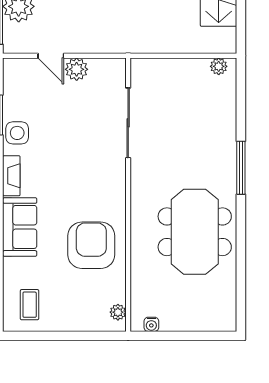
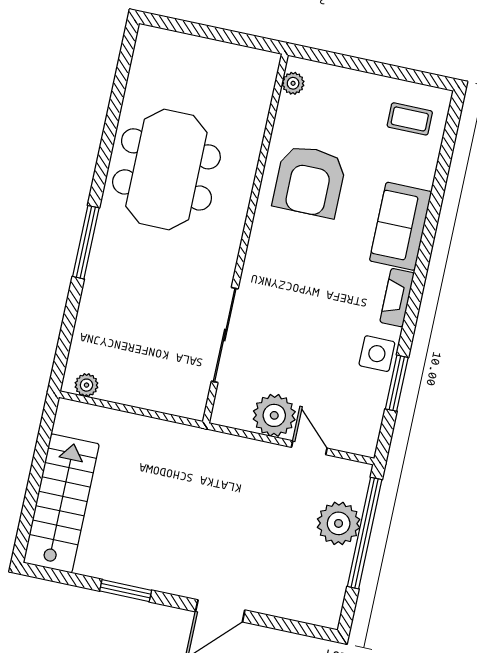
plant: (77, 69) -> (274, 415), width x1.36, depth x1.36
coffee table: (30, 305) -> (410, 119), turned 90
water cooler: (151, 324) -> (252, 57), removed

